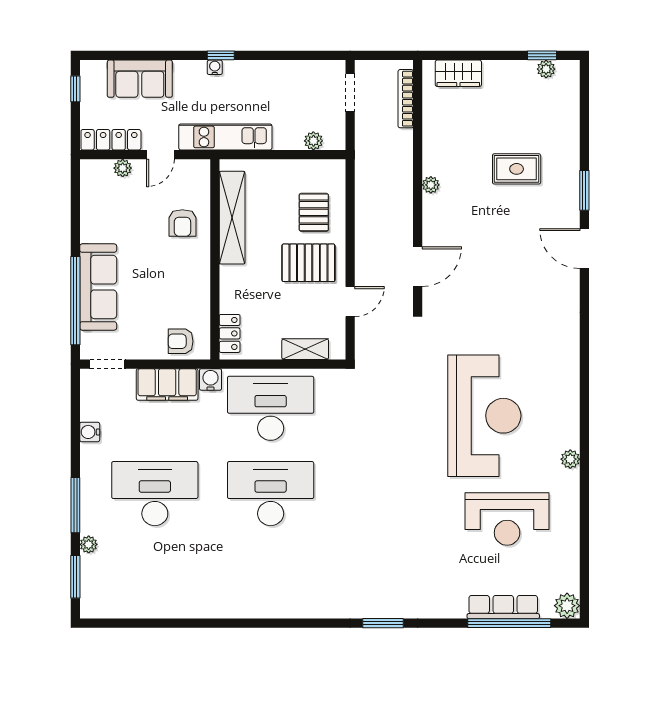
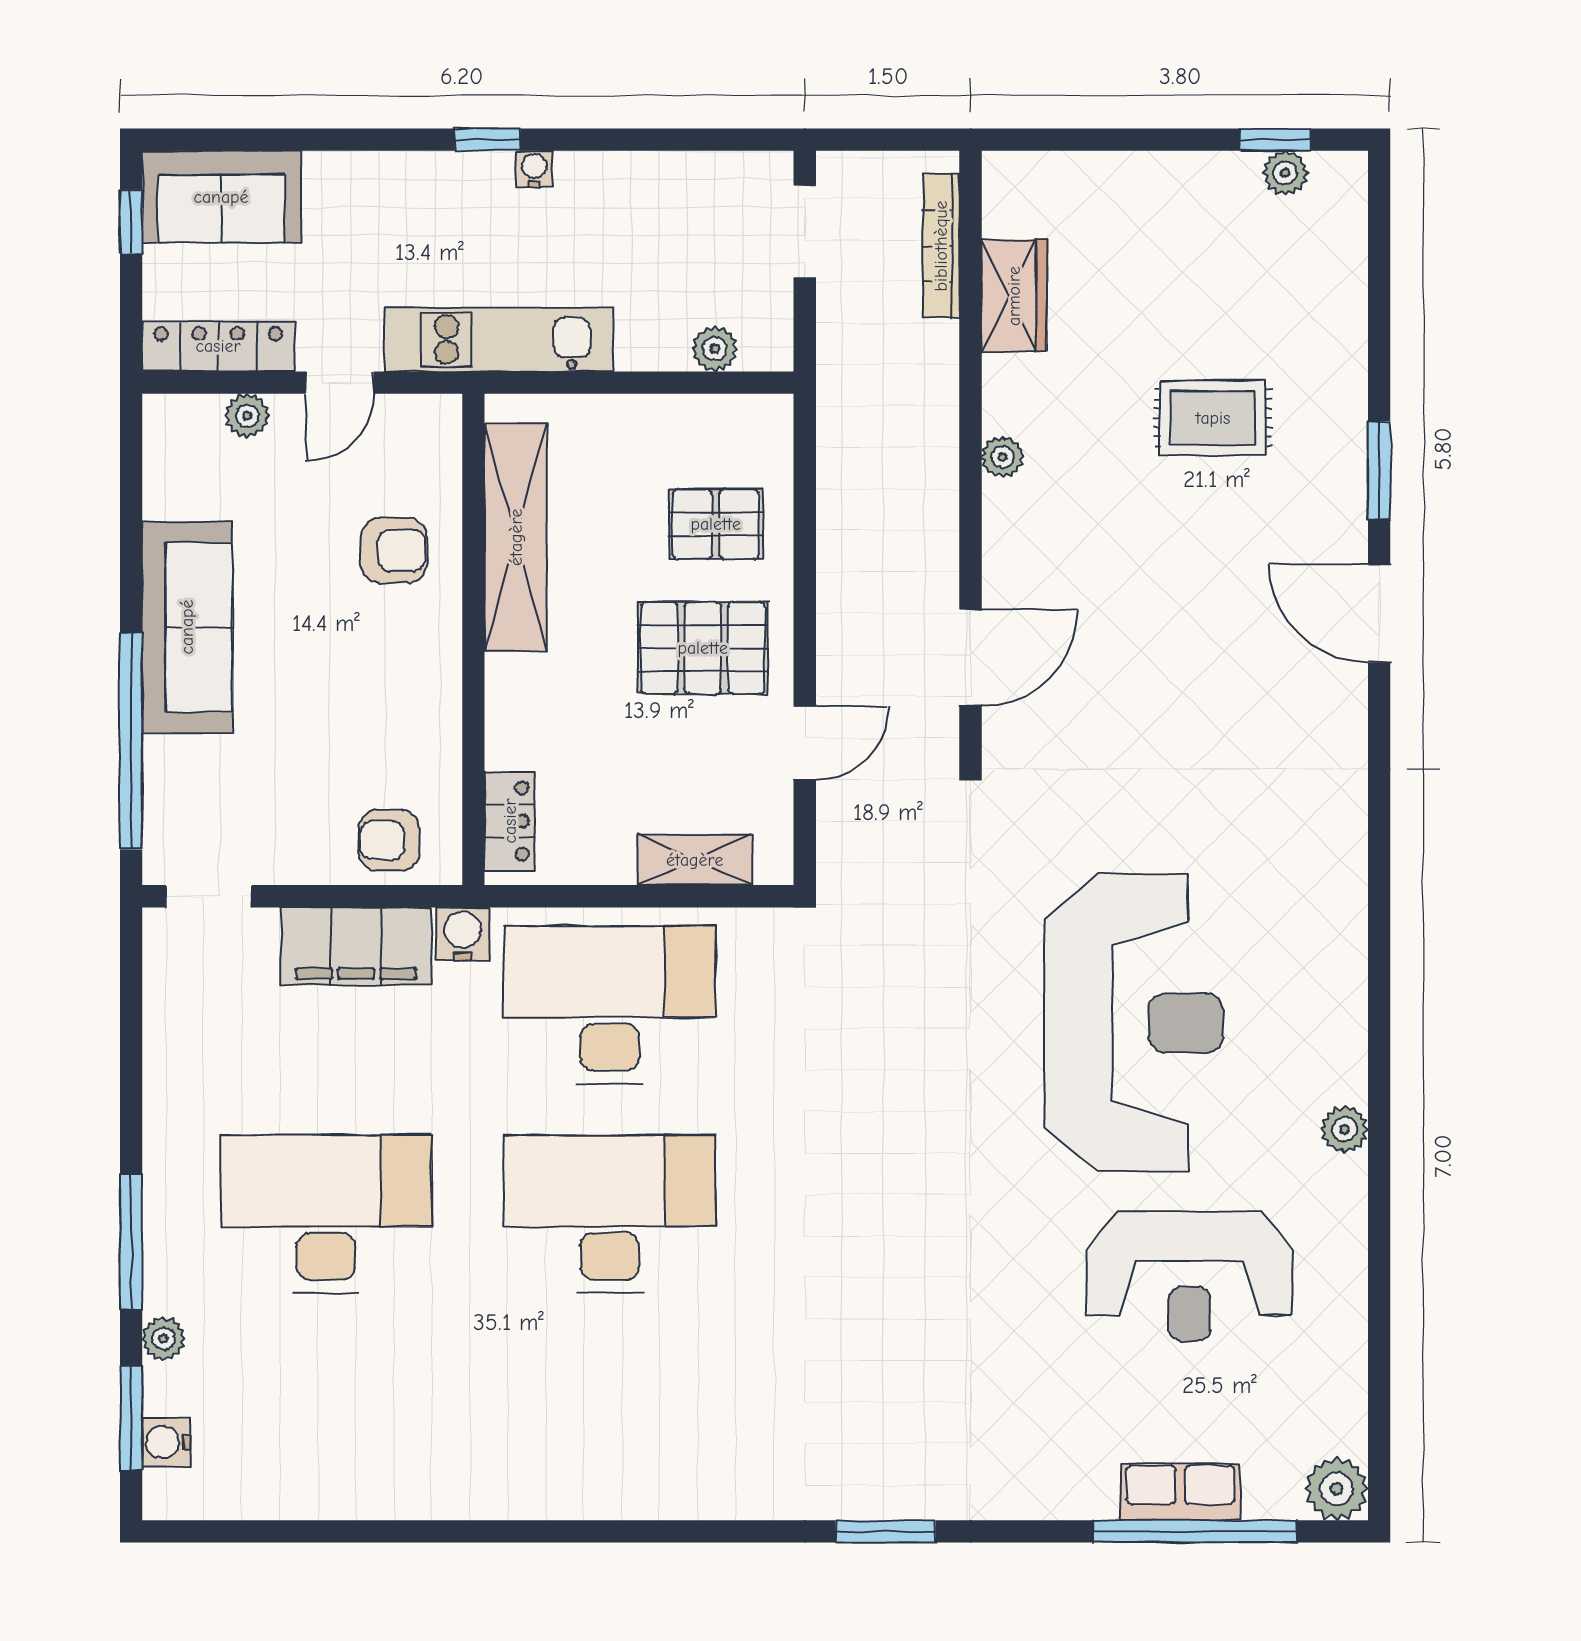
water cooler: (215, 67) -> (534, 169), moved
wardrobe: (458, 73) -> (1014, 296), moved, turned -90
sofa: (140, 79) -> (221, 197), moved
pallet: (314, 212) -> (716, 524), turned 90
armchair: (182, 223) -> (394, 550), turned -90
sofa: (98, 287) -> (187, 627), moved
water cooler: (90, 432) -> (166, 1442), moved
row of seats: (503, 607) -> (1180, 1492), width x0.68

